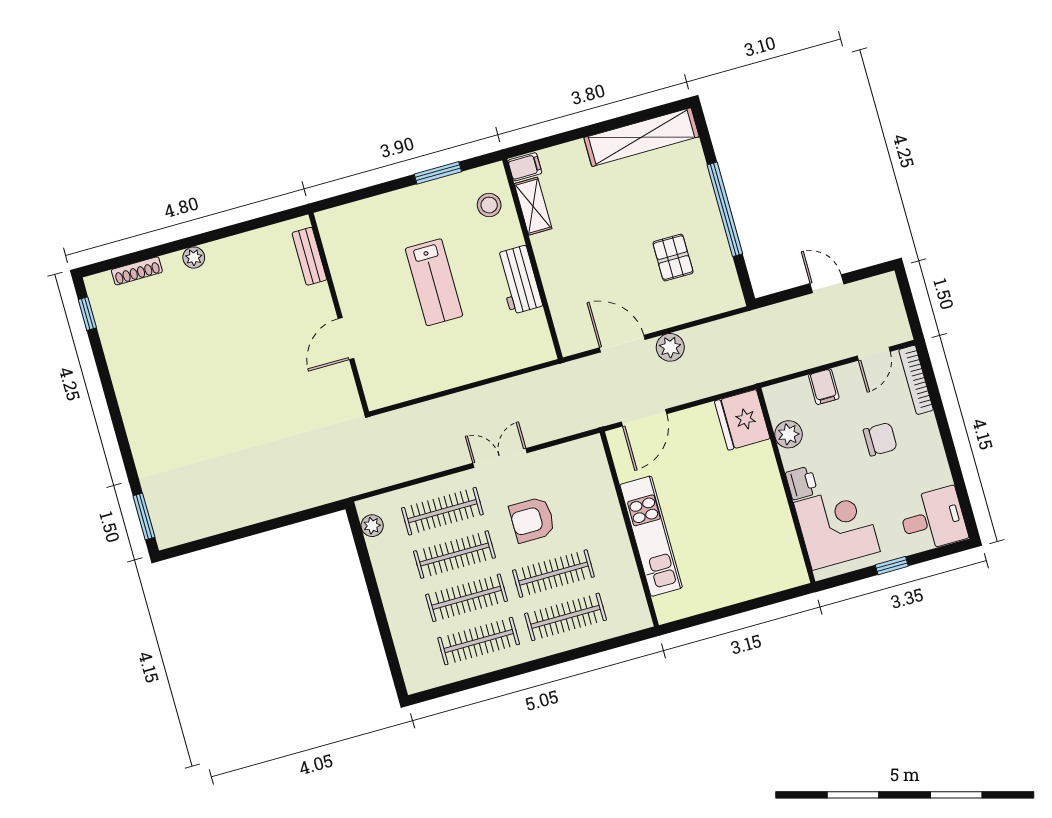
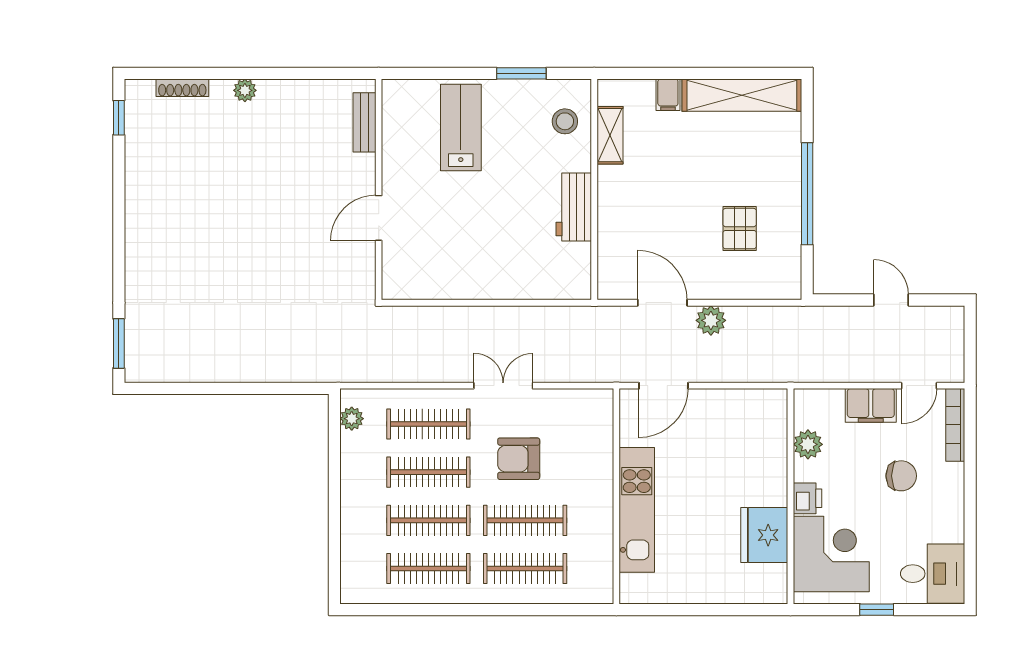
filing cabinet: (525, 167) -> (668, 95), moved, turned 90
lab bench: (434, 282) -> (461, 128), moved, turned 180
filing cabinet: (824, 387) -> (871, 405), width x2.00
fridge: (742, 420) -> (764, 535), moved

